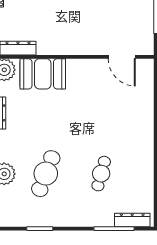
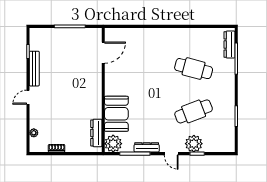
cafe table: (46, 174) -> (194, 111), turned -42
cafe table: (101, 174) -> (194, 69), width x1.37, depth x1.35

